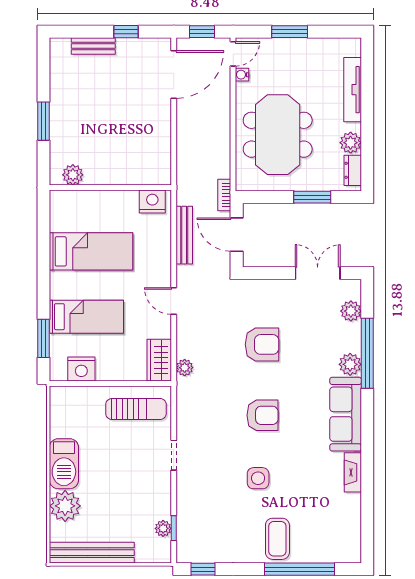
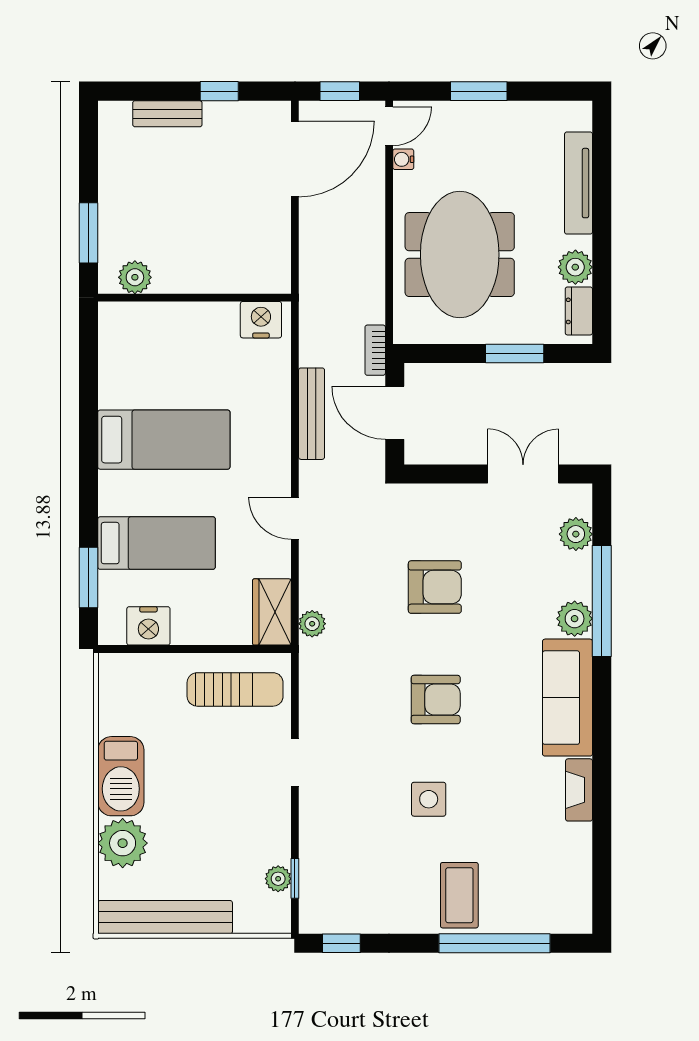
plant: (73, 175) -> (135, 277), moved
wall: (110, 188) -> (195, 298), moved
nightstand: (152, 202) -> (261, 320), moved

